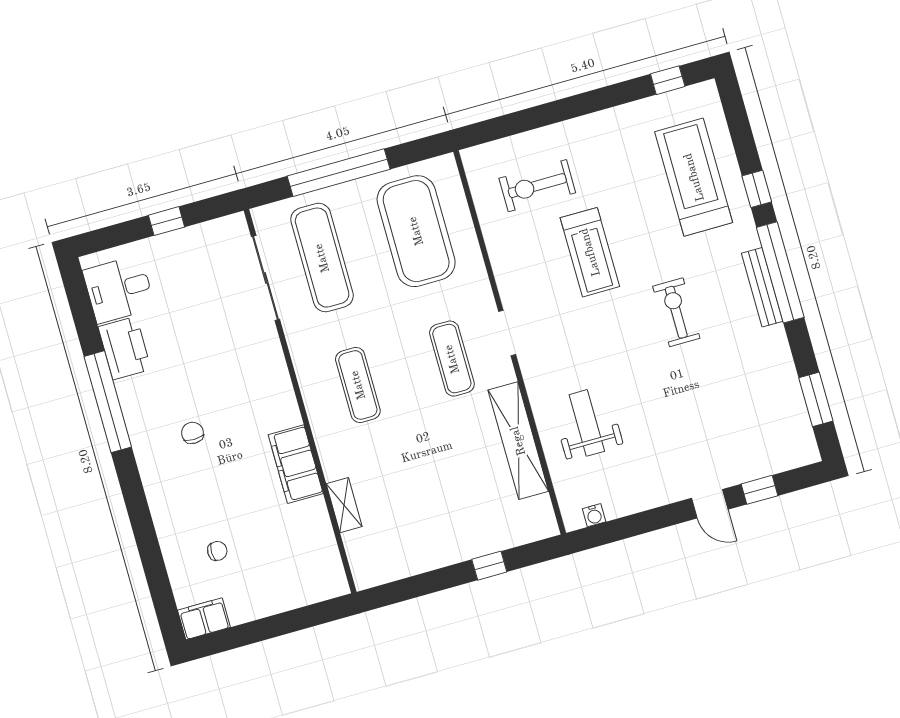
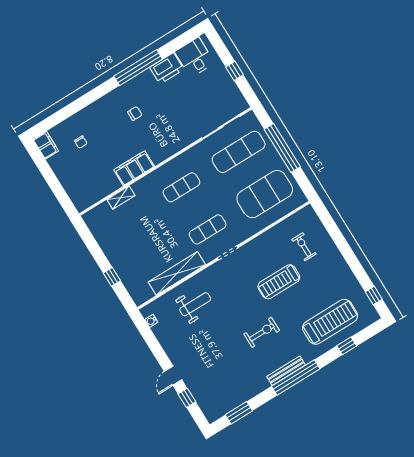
exercise bike: (537, 186) -> (304, 247), width x0.73, depth x0.72
window: (757, 189) -> (347, 346), moved

